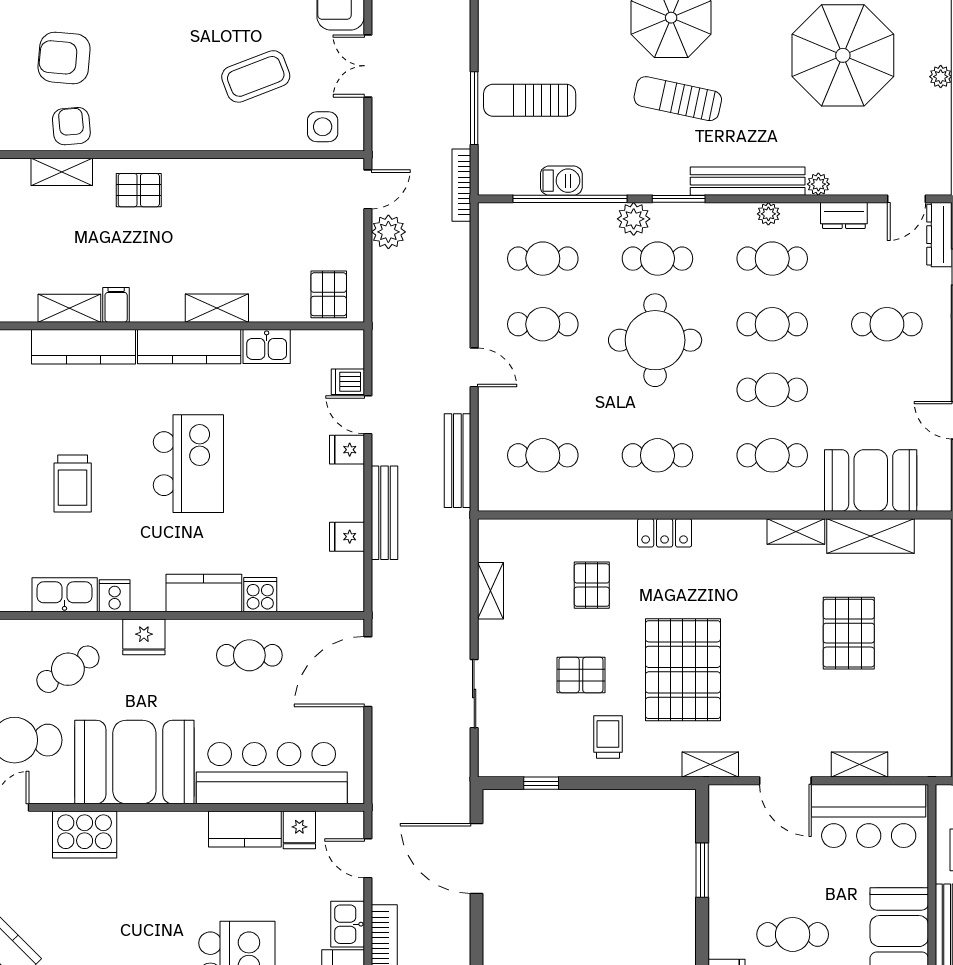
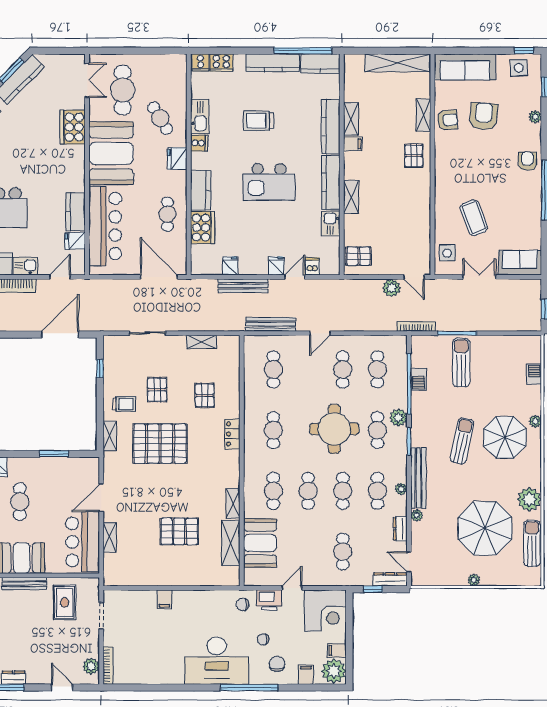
pallet: (592, 585) -> (205, 395), turned 90
cooker: (260, 595) -> (202, 228), width x1.87, depth x1.31
shelving: (710, 765) -> (110, 436), moved

